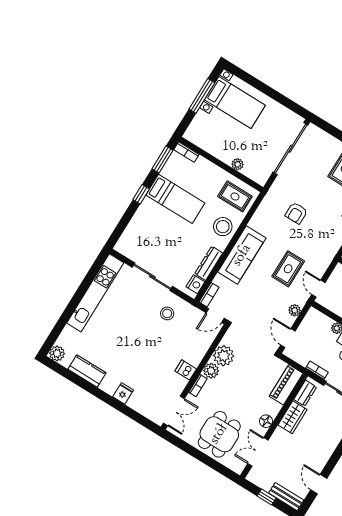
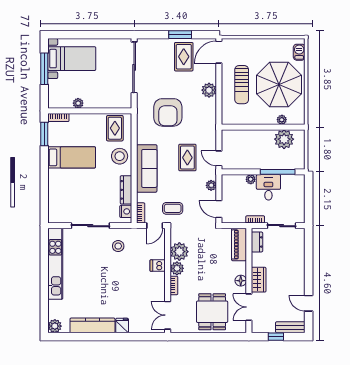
plant: (238, 164) -> (78, 103), moved
window: (141, 194) -> (44, 170), removed
rug: (235, 196) -> (115, 128), turned 90
armchair: (296, 213) -> (168, 112), width x1.88, depth x1.88
coffee table: (243, 310) -> (173, 208), added
dishwasher: (186, 370) -> (158, 266), moved
kitchen counter: (87, 371) -> (92, 325), width x1.50
double door: (174, 411) -> (168, 315), swing flipped
wardrobe: (292, 417) -> (259, 280), moved

